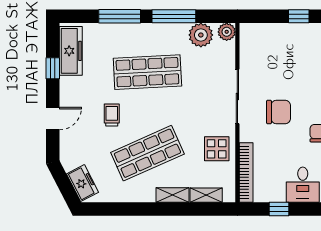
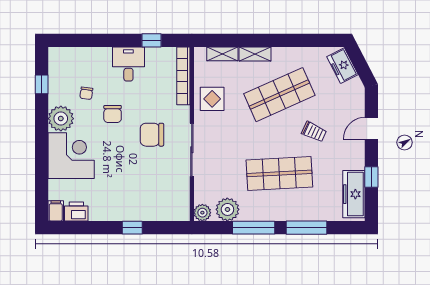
trolley: (112, 115) -> (314, 132), turned -65

